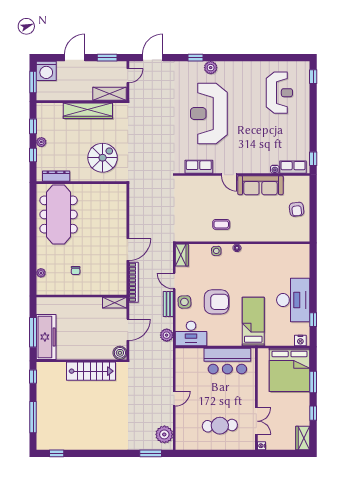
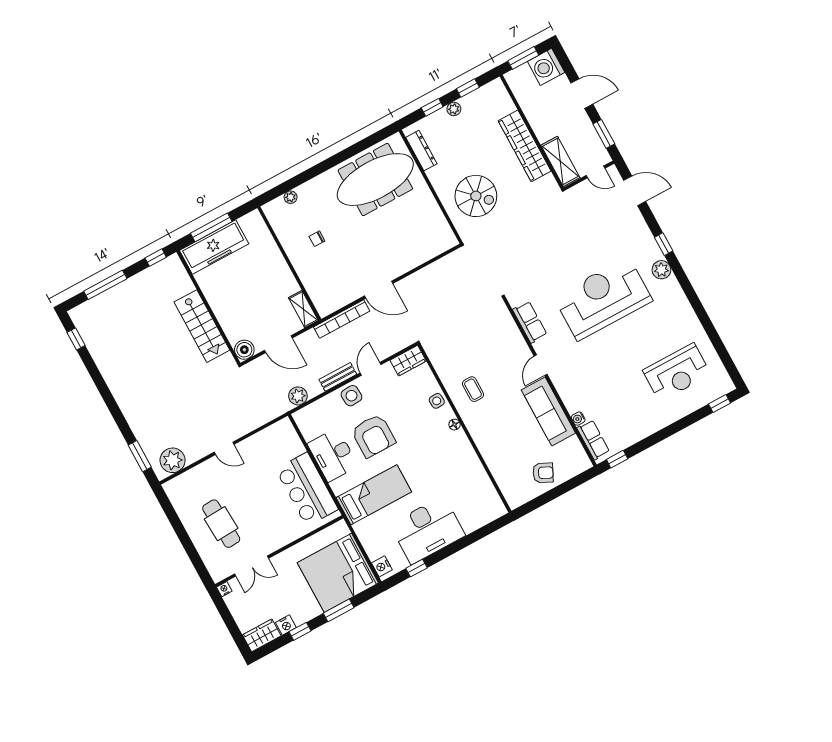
armchair: (297, 209) -> (543, 473), turned -147
desk: (191, 333) -> (333, 455), moved
nightstand: (304, 420) -> (286, 625), added

